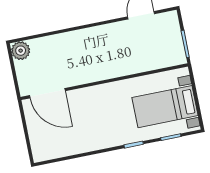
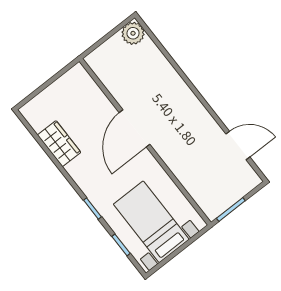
door: (47, 93) -> (135, 128), moved
wardrobe: (74, 145) -> (59, 144), added

